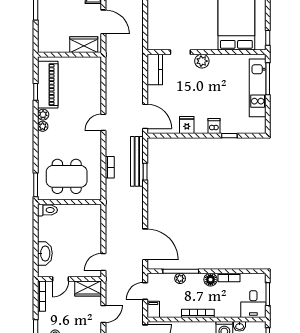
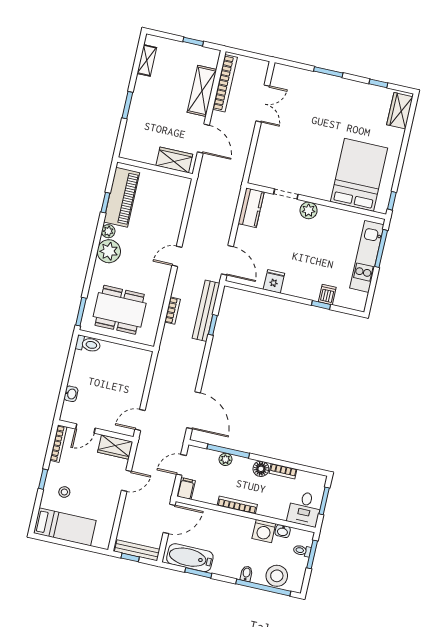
plant: (43, 126) -> (109, 251), width x1.87, depth x1.87
dishwasher: (214, 126) -> (327, 295), moved
washbasin: (45, 253) -> (71, 394), width x0.52, depth x0.69

